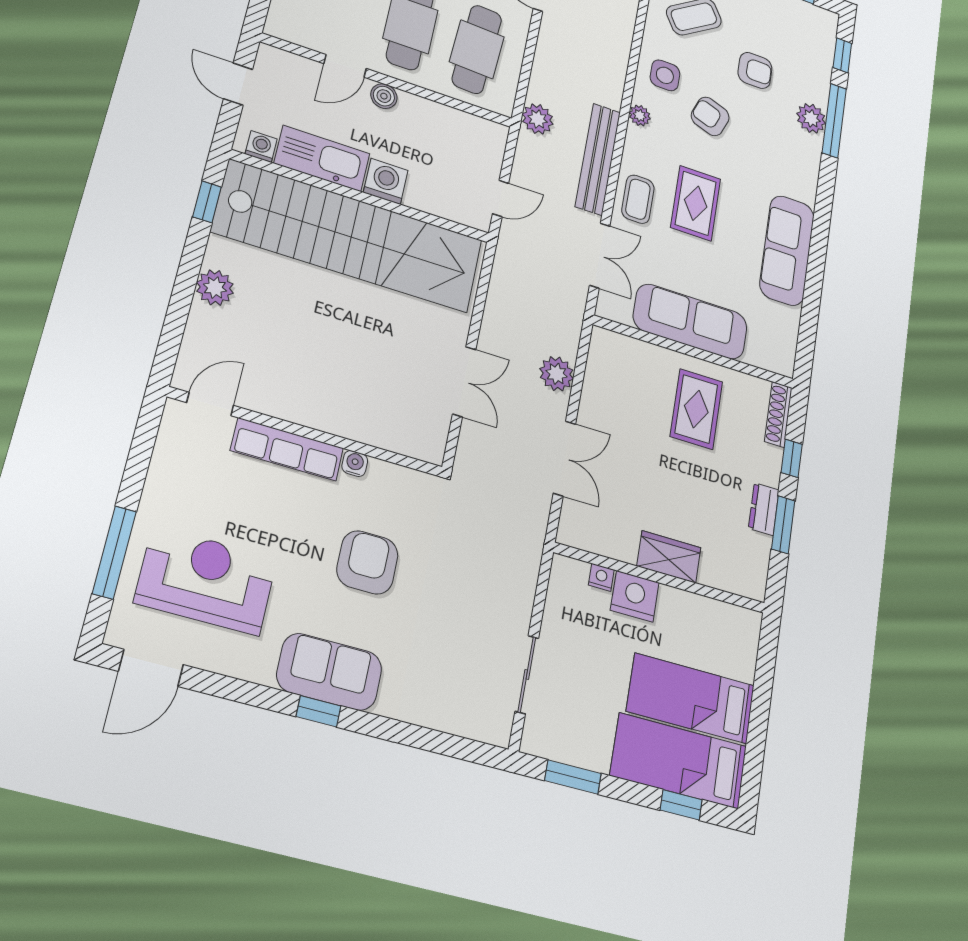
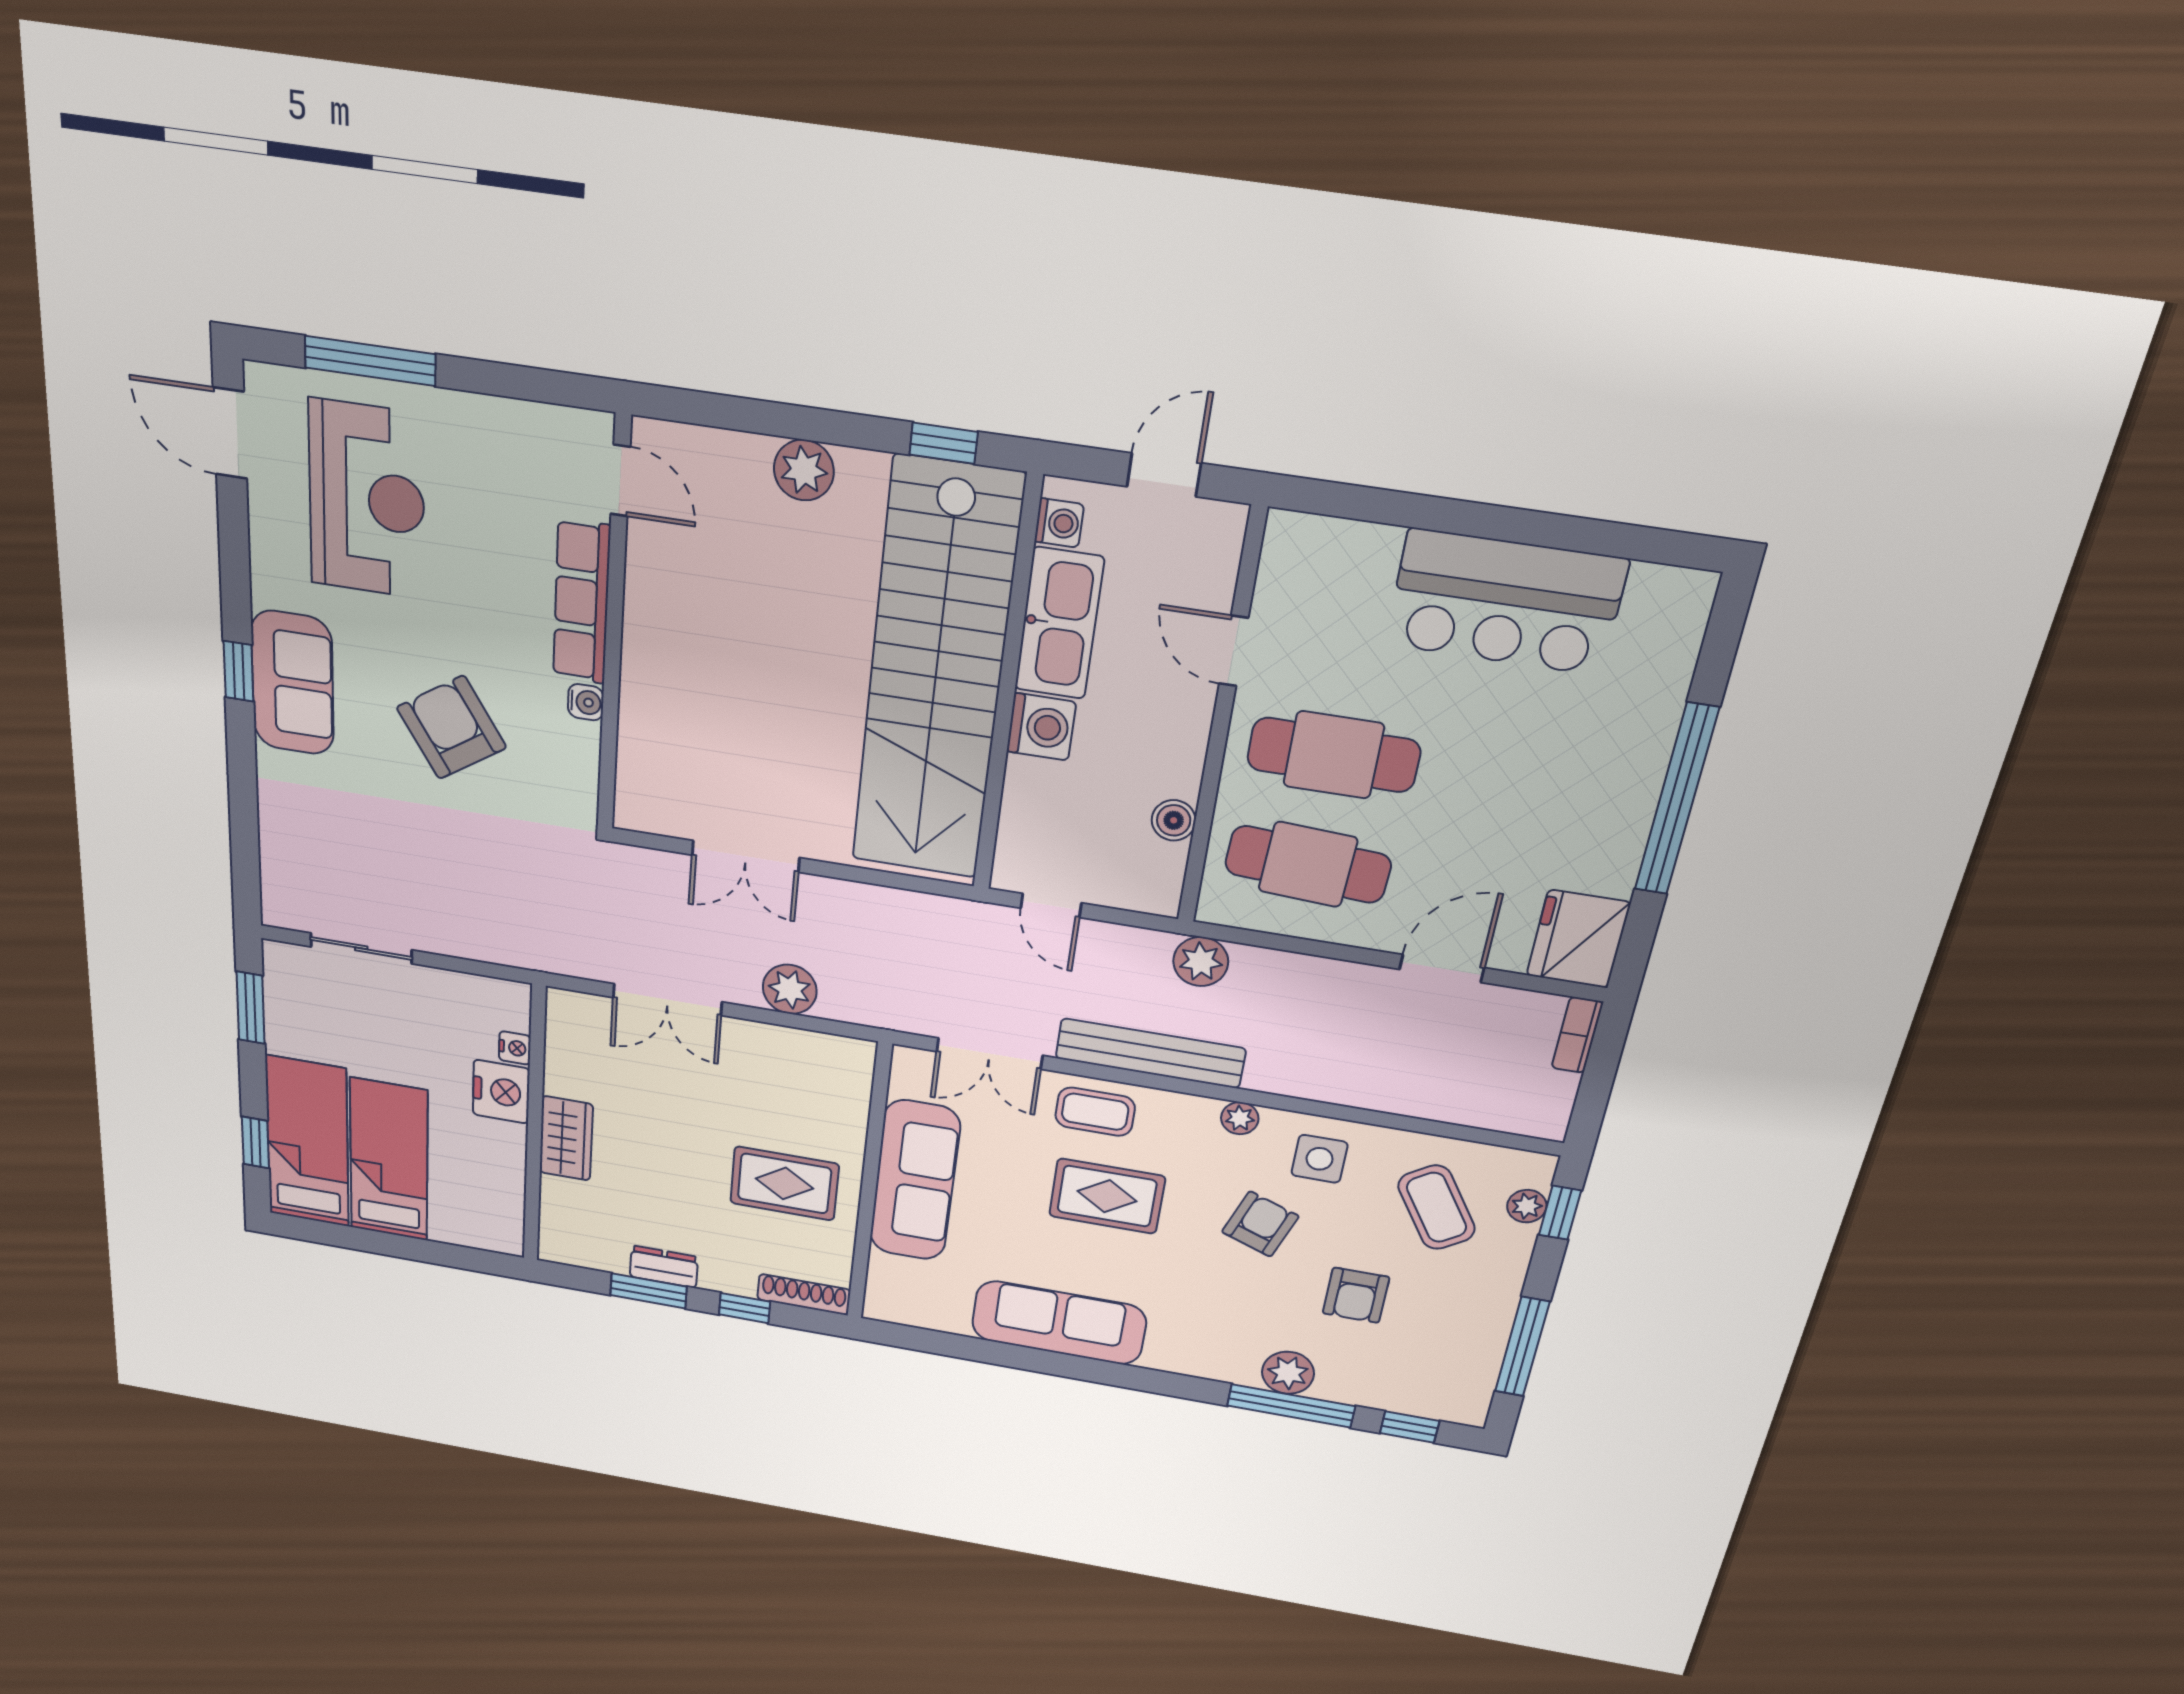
boiler: (384, 96) -> (1174, 820), moved
armchair: (367, 562) -> (451, 727), turned -123

